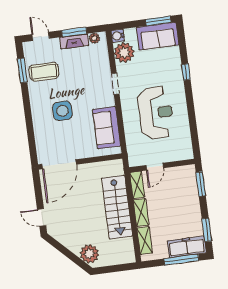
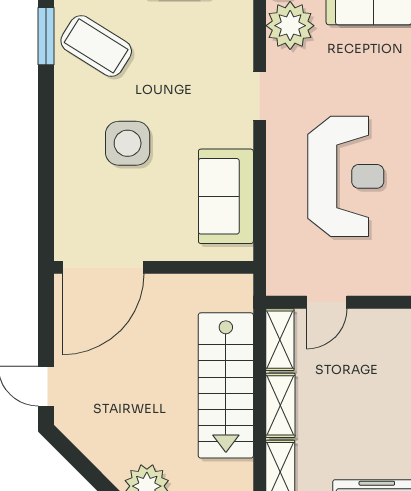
coffee table: (44, 72) -> (96, 46), turned 32

